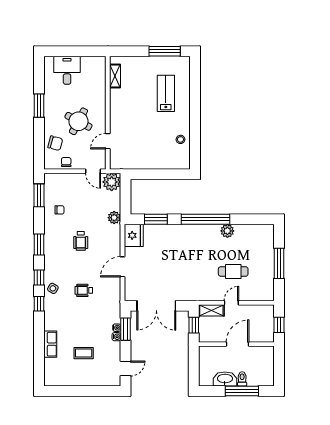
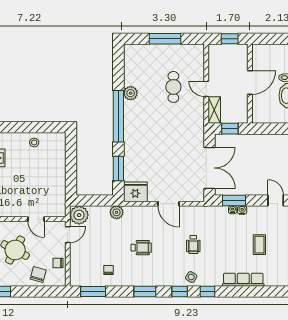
row of seats: (50, 344) -> (243, 280), width x1.48
door: (238, 344) -> (250, 82), swing flipped

